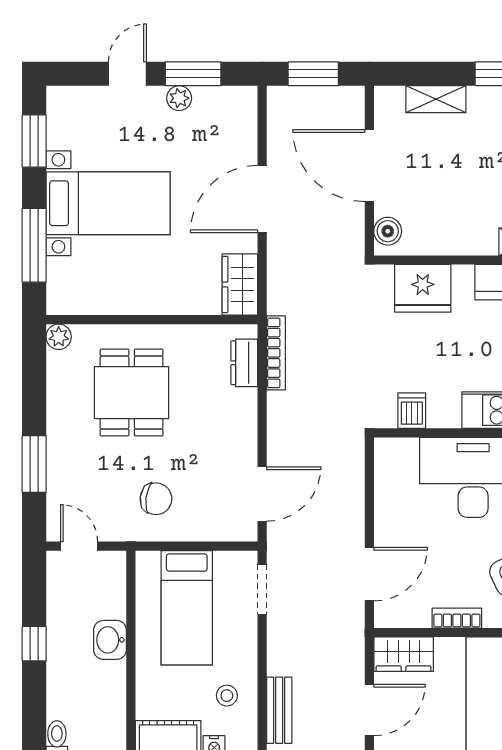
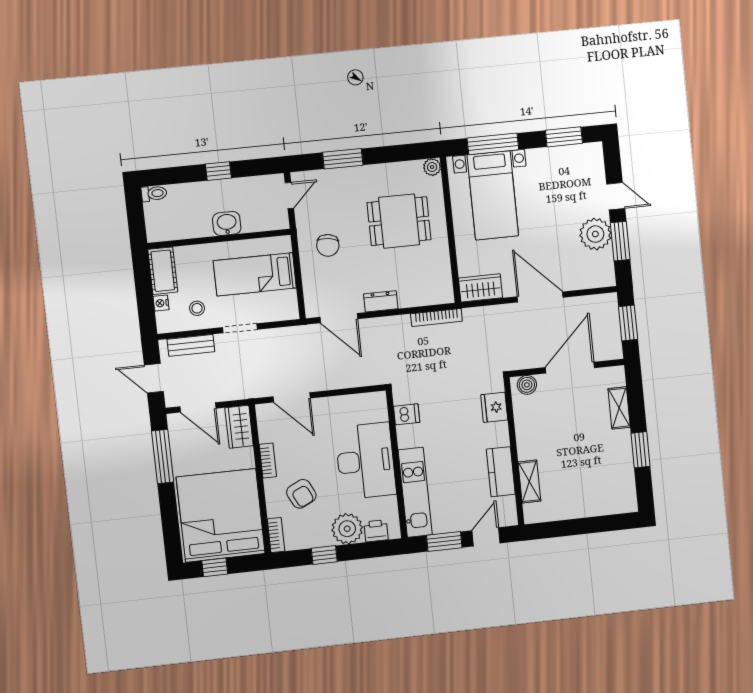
plant: (179, 98) -> (595, 234), width x1.87, depth x1.87
bed with nightstands: (108, 203) -> (493, 195), moved
fridge: (423, 288) -> (494, 407), width x0.73, depth x0.75
dresser: (244, 363) -> (381, 301), moved
doorway: (262, 589) -> (240, 328), moved

